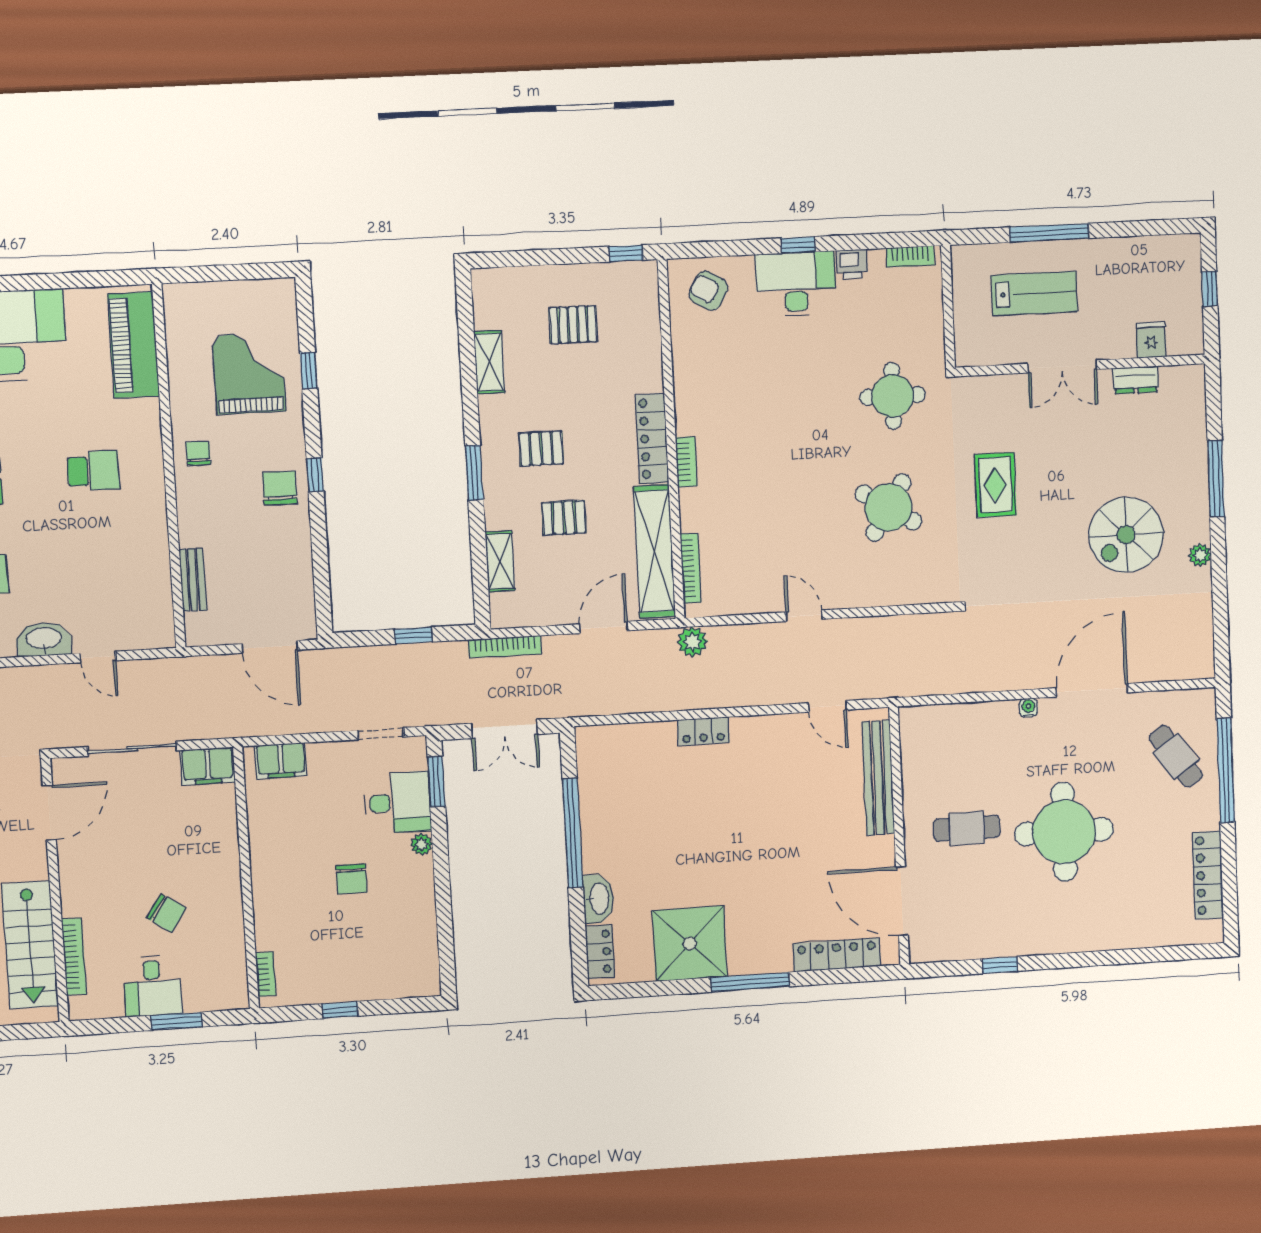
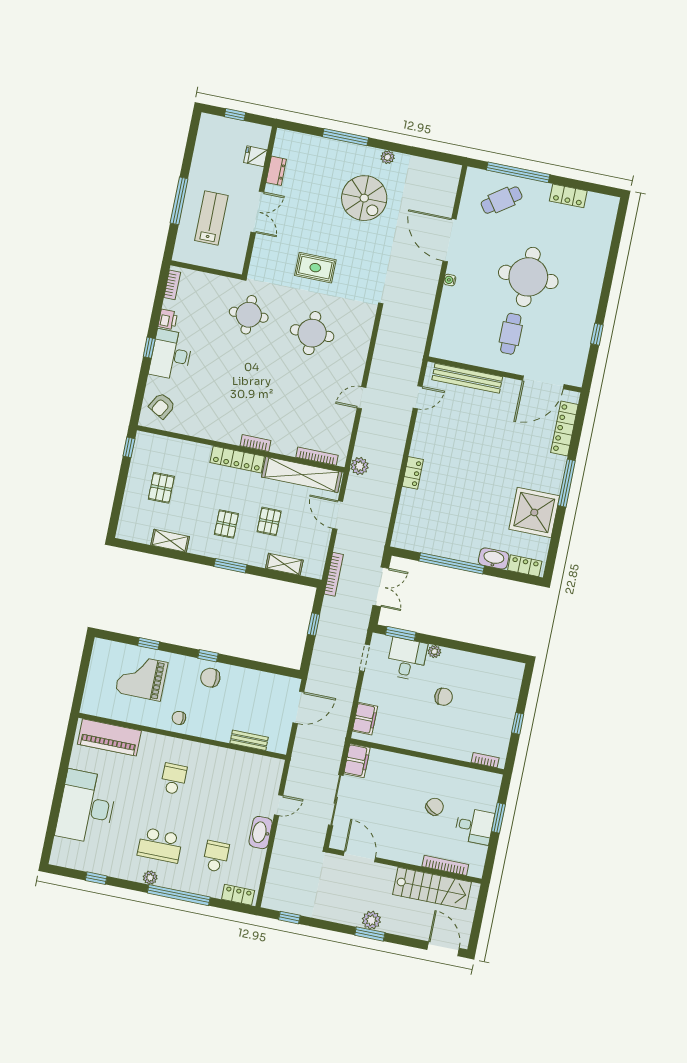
round table: (888, 507) -> (312, 333), turned -32
locker: (1208, 875) -> (568, 196), width x0.66

